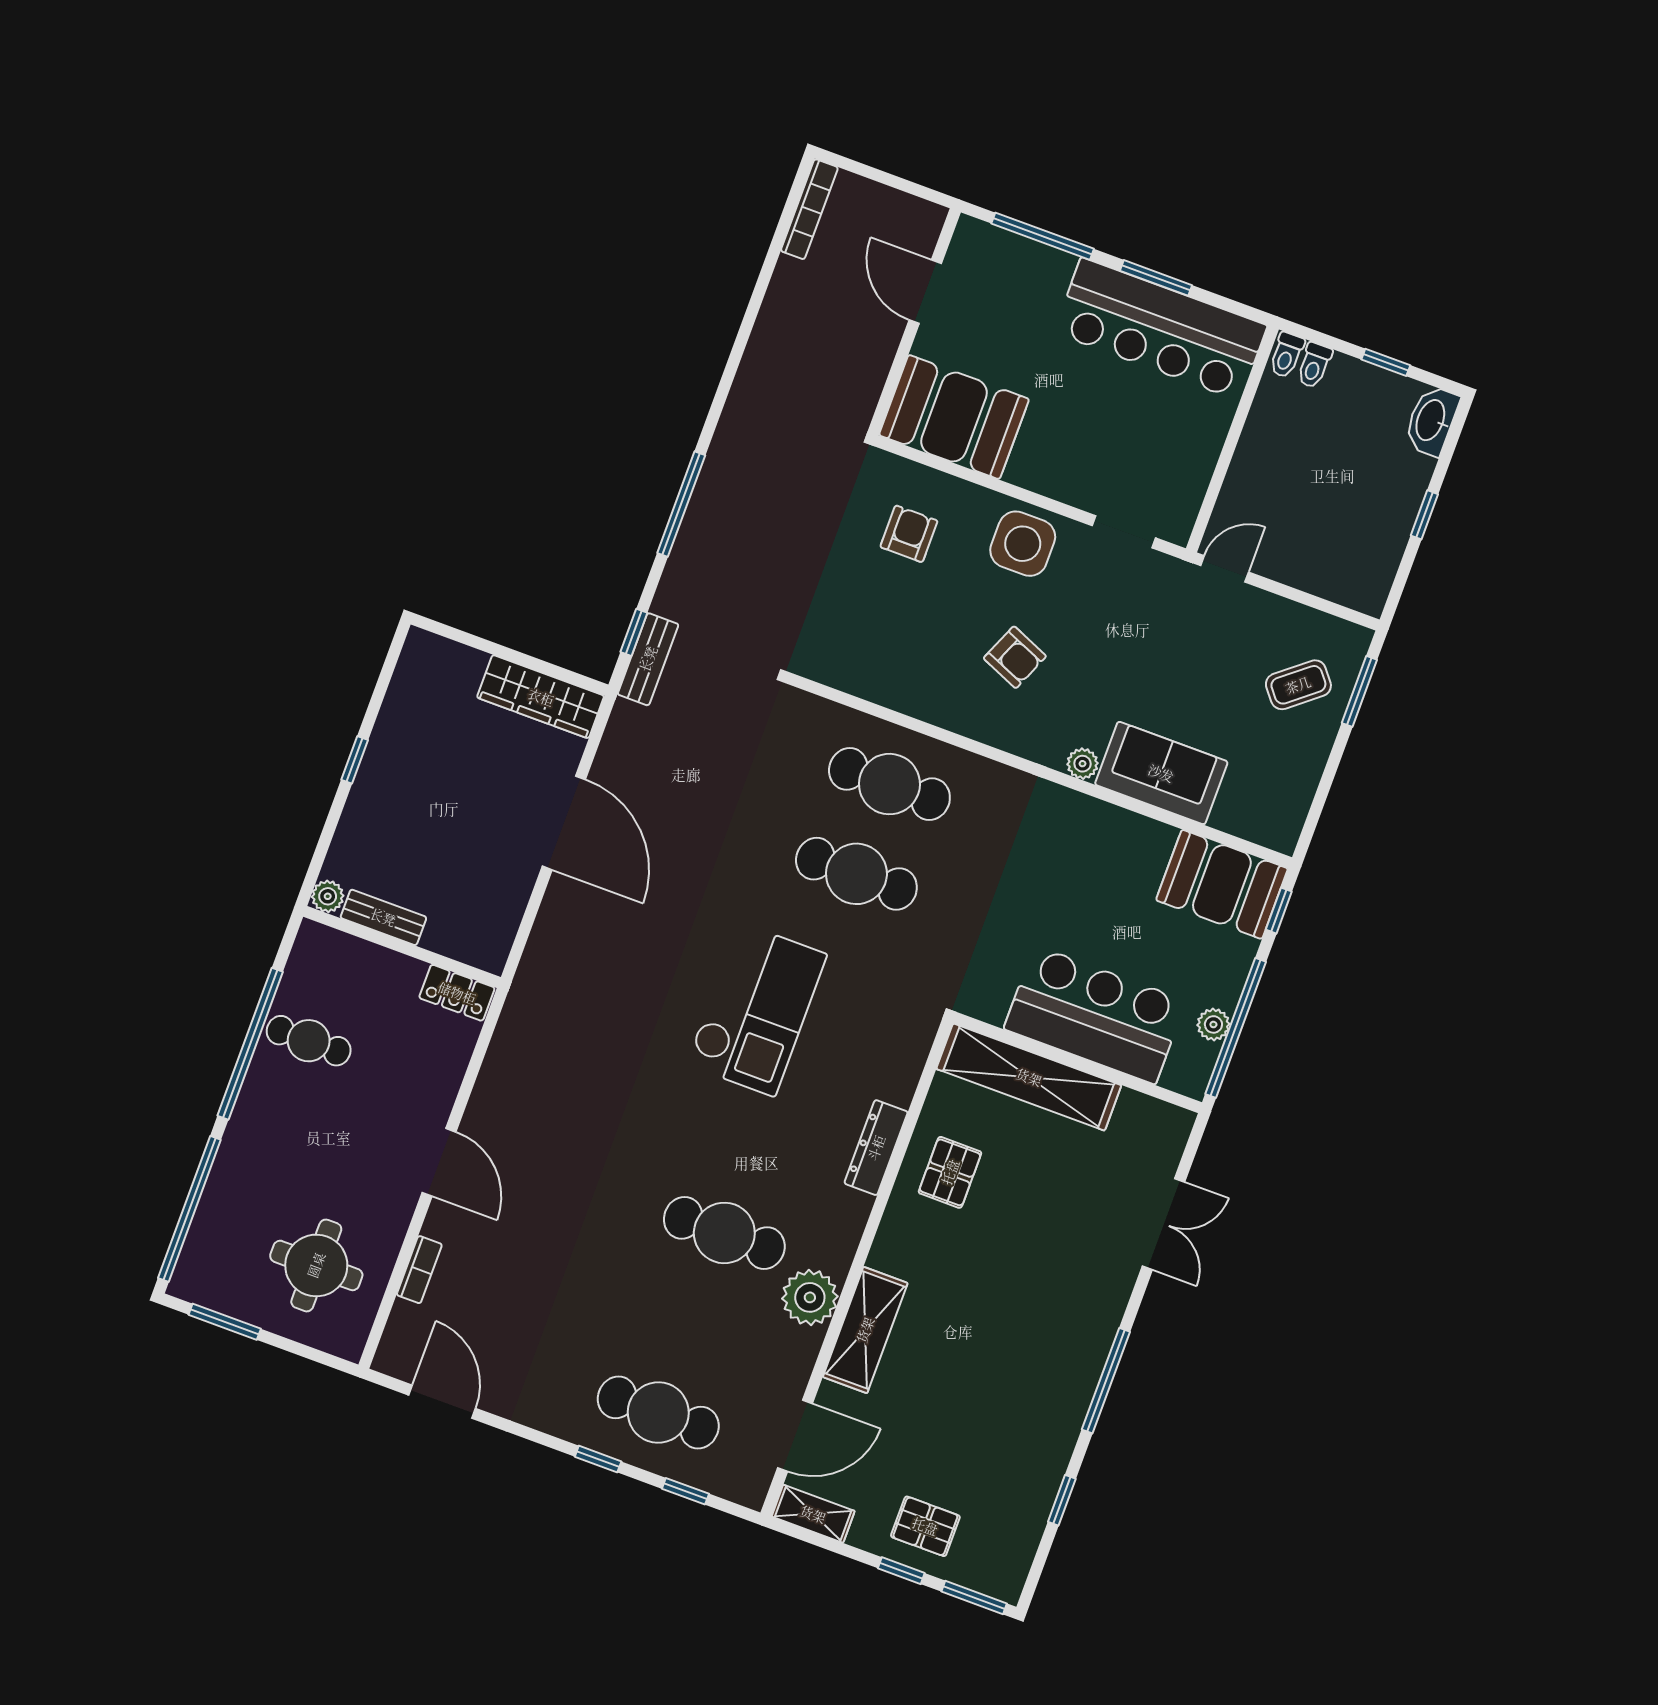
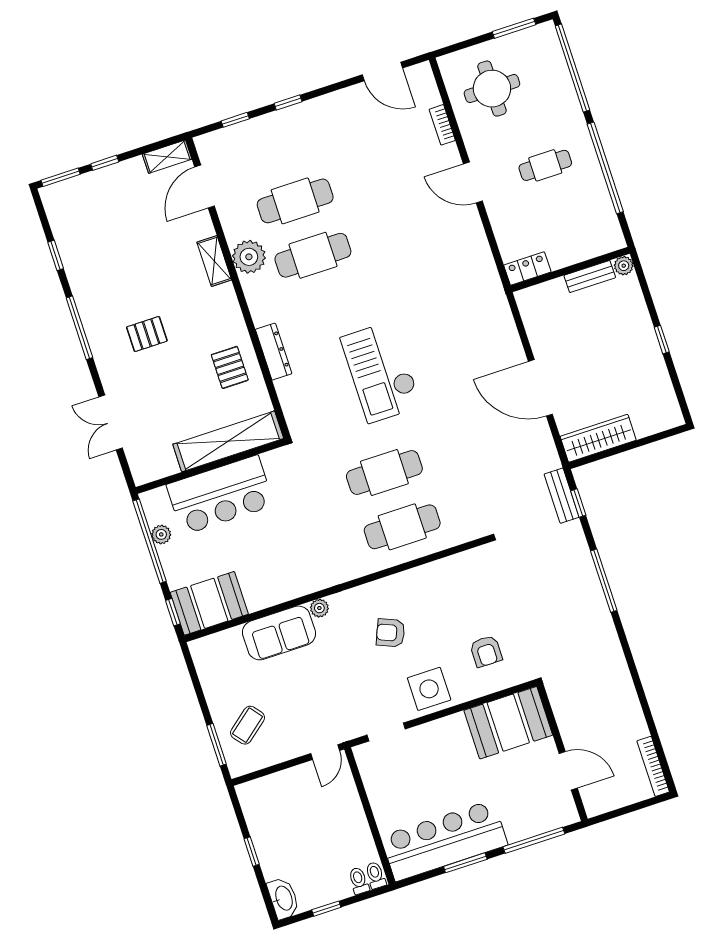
cafe table: (309, 1041) -> (545, 165), moved
shelving: (865, 1330) -> (214, 261), width x0.67, depth x0.75
cafe table: (658, 1413) -> (295, 201), moved
pallet: (925, 1526) -> (147, 334), moved

